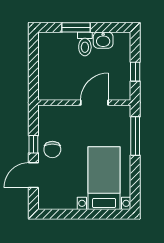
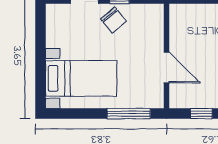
chair: (52, 149) -> (113, 20), turned -130

